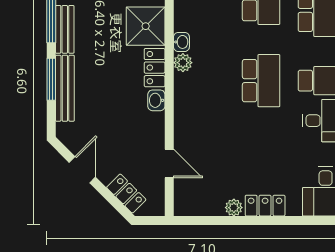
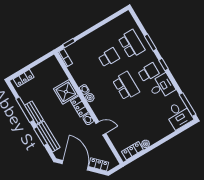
door: (169, 164) -> (101, 128), moved
door: (82, 170) -> (75, 165), width x1.87
locker: (265, 206) -> (132, 151), moved

